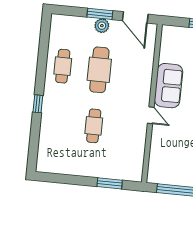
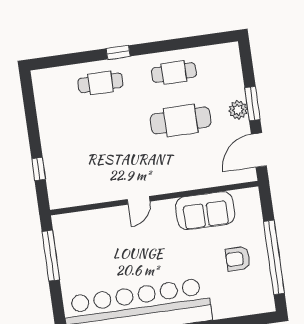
sofa: (169, 86) -> (205, 211), moved
cafe table: (94, 126) -> (100, 83), moved
window: (110, 183) -> (39, 169), width x0.67

